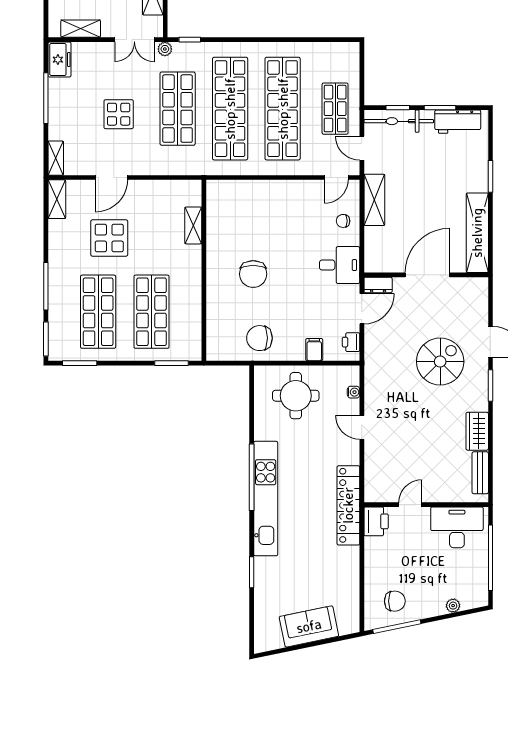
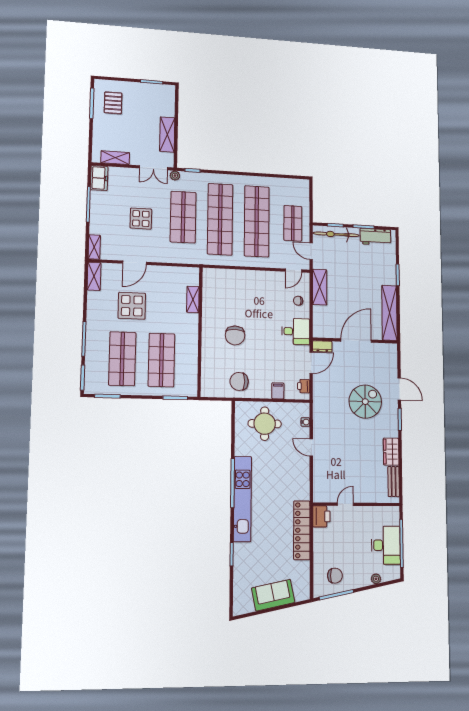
locker: (348, 505) -> (302, 530), moved
desk: (457, 527) -> (386, 545), moved, turned 90

